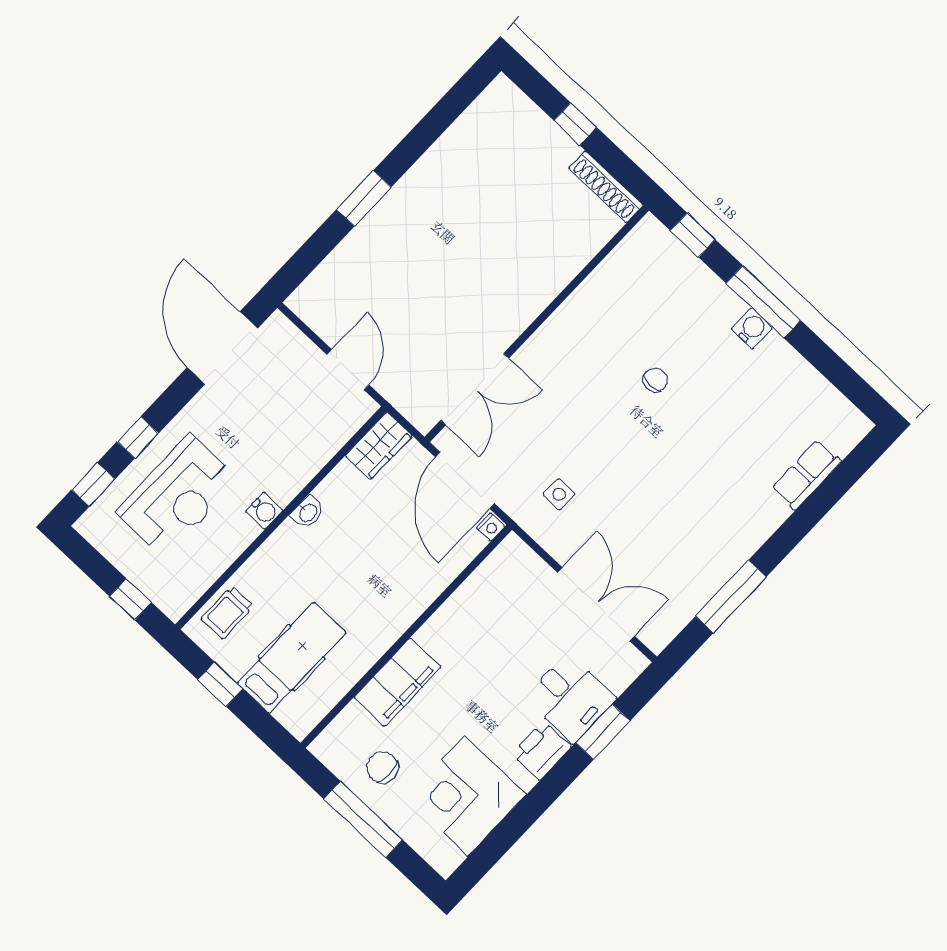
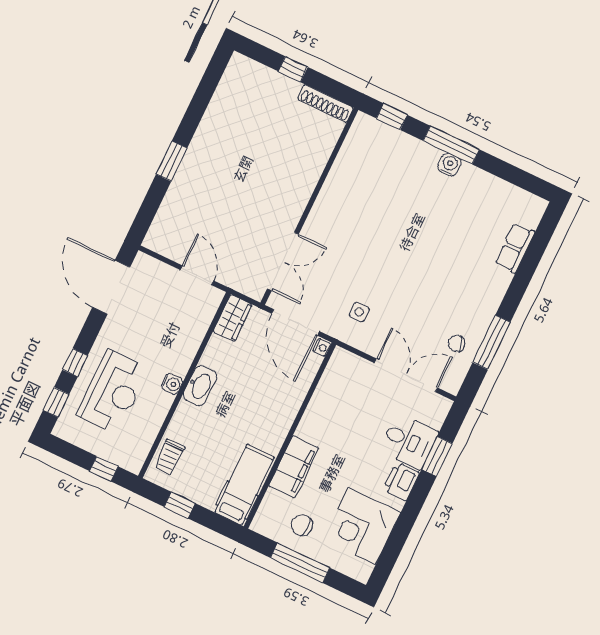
chair: (655, 380) -> (457, 343), moved, turned -107
washbasin: (308, 512) -> (200, 386), width x1.91, depth x1.45
hospital bed: (292, 658) -> (244, 485), moved

